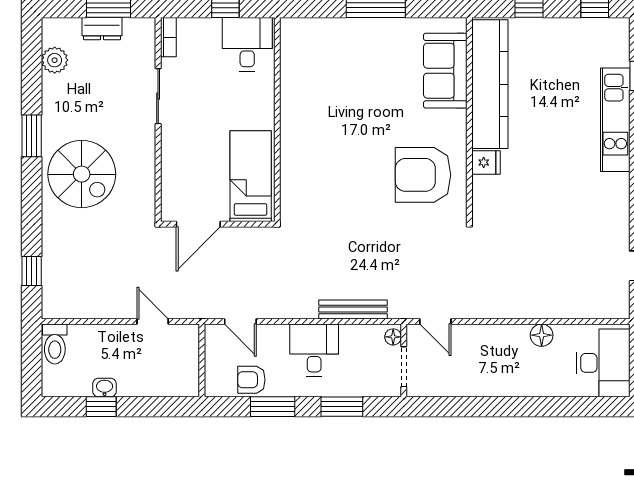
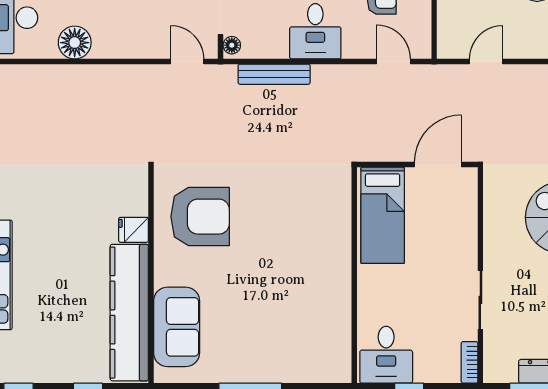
door: (153, 321) -> (486, 62), swing flipped
floor lamp: (542, 335) -> (75, 43), width x1.38, depth x1.38

